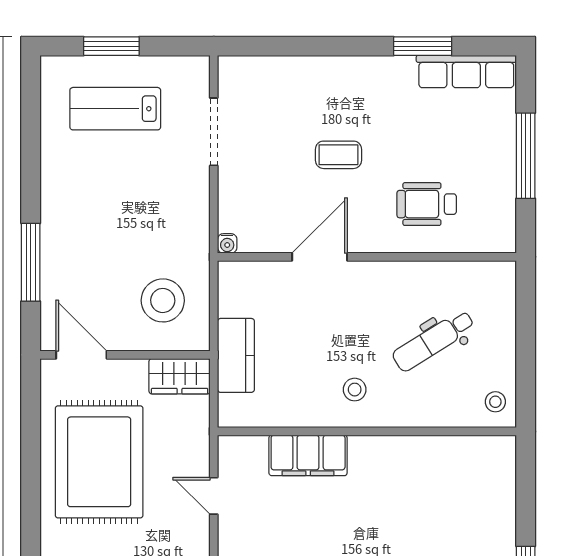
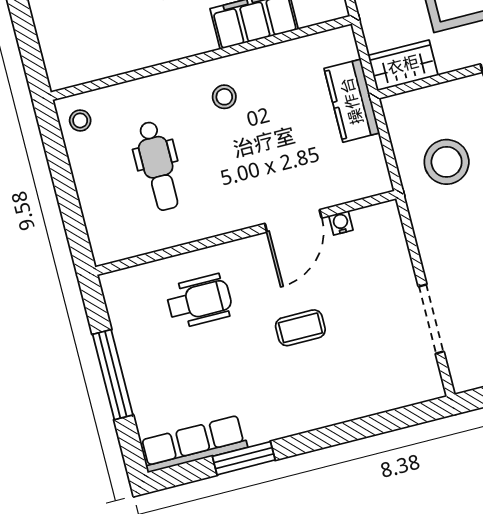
water cooler: (227, 243) -> (341, 223), moved
stool: (163, 300) -> (447, 162), moved
dental chair: (433, 341) -> (158, 166), turned 122

